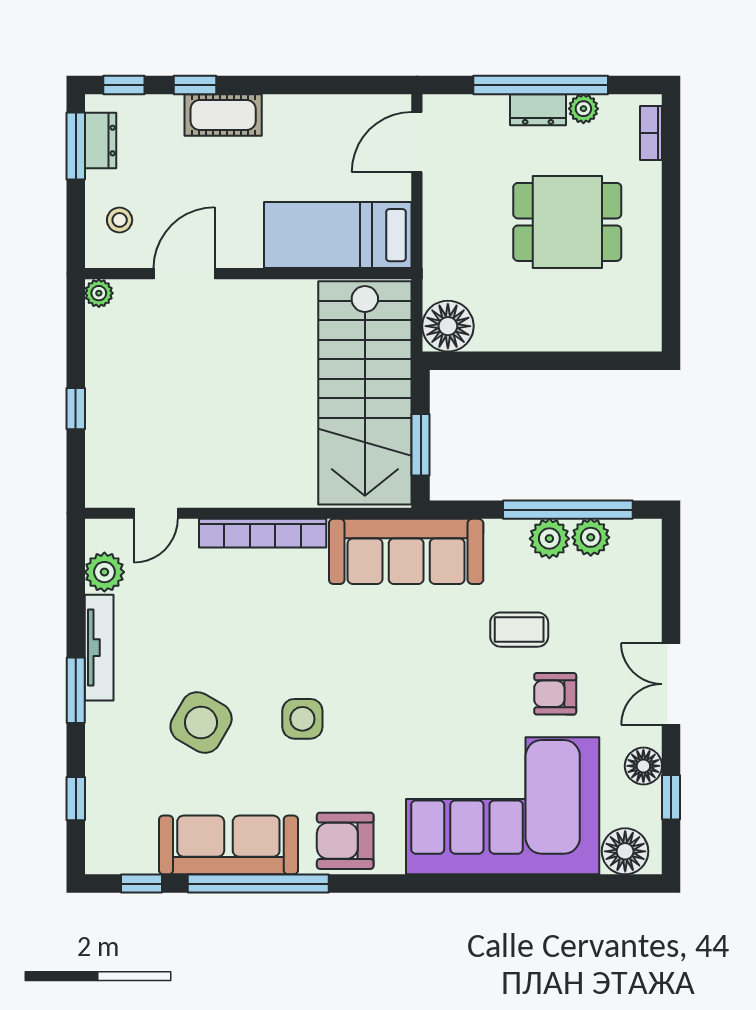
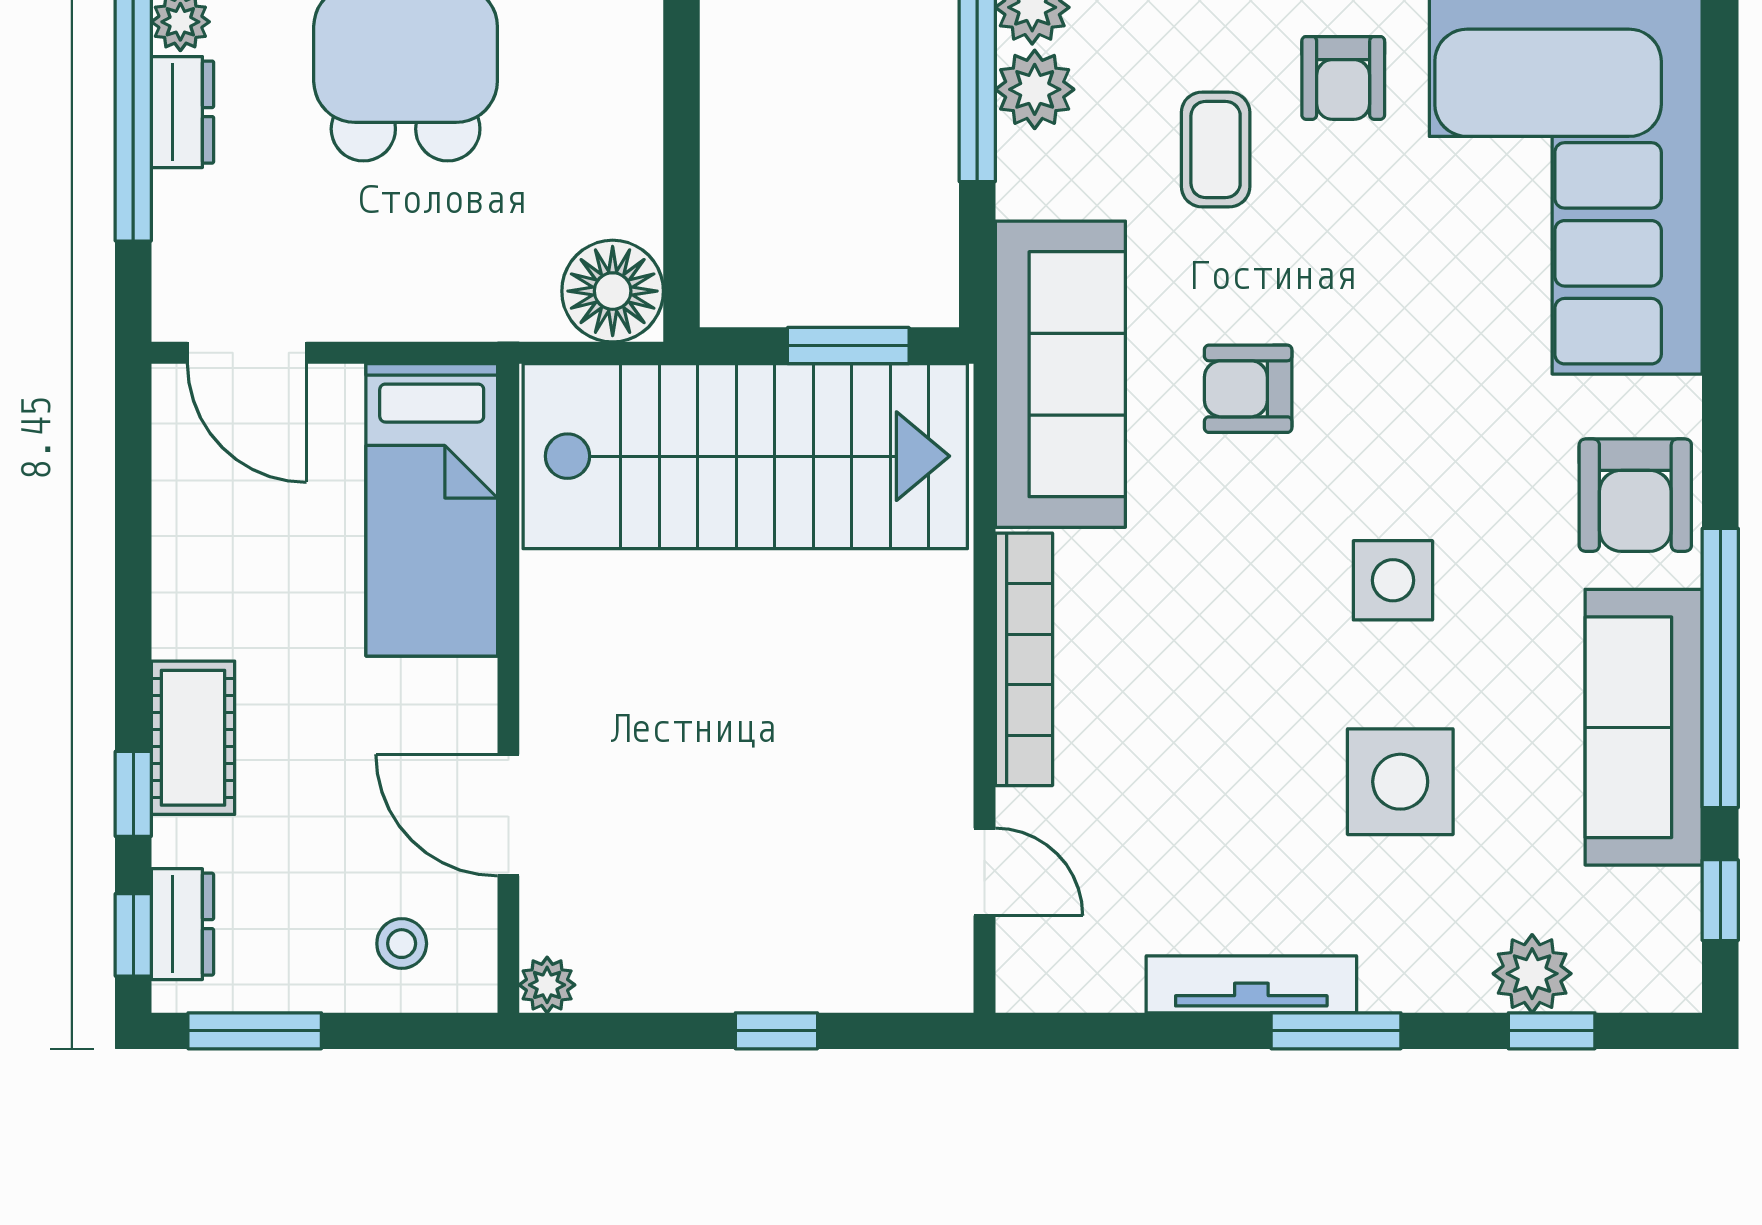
dresser: (100, 141) -> (182, 924), moved, turned 90
plant: (104, 572) -> (1532, 974), moved
armchair: (399, 646) -> (1248, 389), added
side table: (201, 722) -> (1400, 782), turned -30

